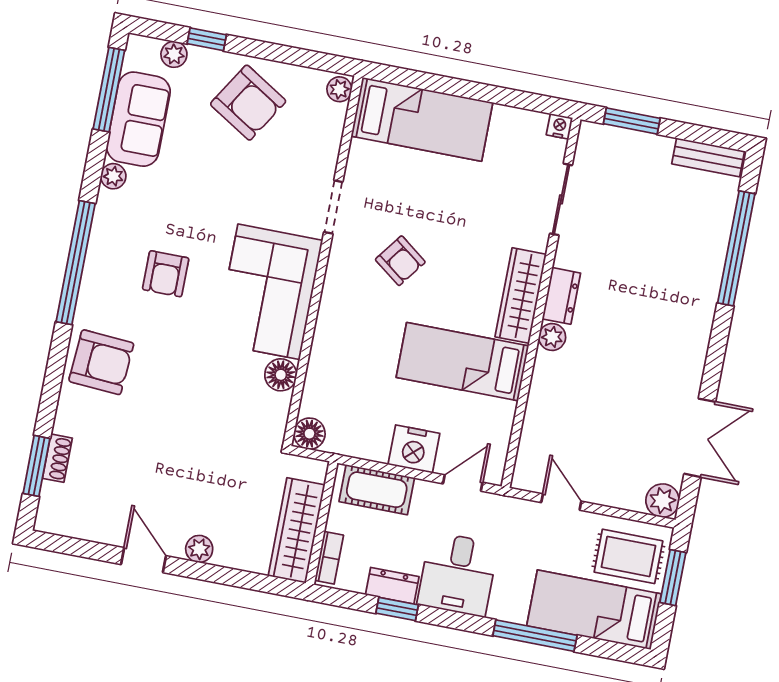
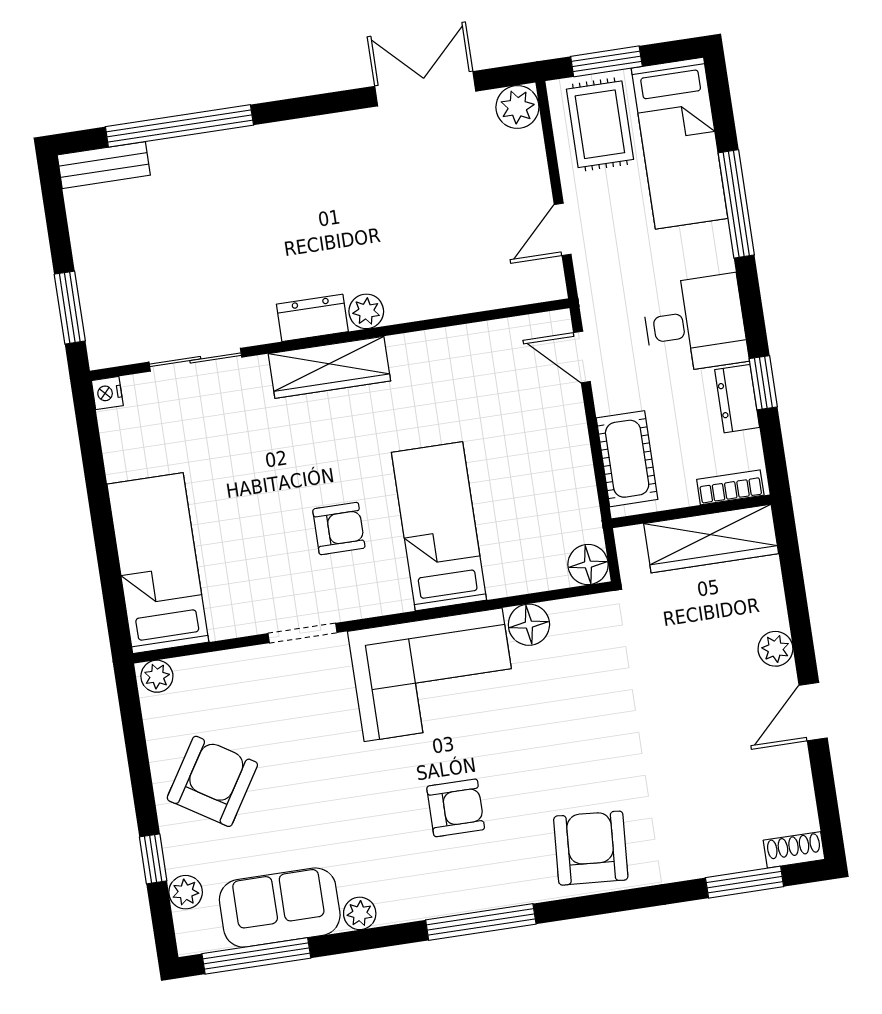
bench: (708, 157) -> (104, 165), moved, turned 90
armchair: (400, 261) -> (339, 529), turned 53
window: (76, 263) -> (481, 922), width x0.68
bed: (462, 362) -> (439, 526), moved, turned 180
nightstand: (414, 449) -> (562, 431), removed
shoe rack: (57, 458) -> (794, 850), moved

